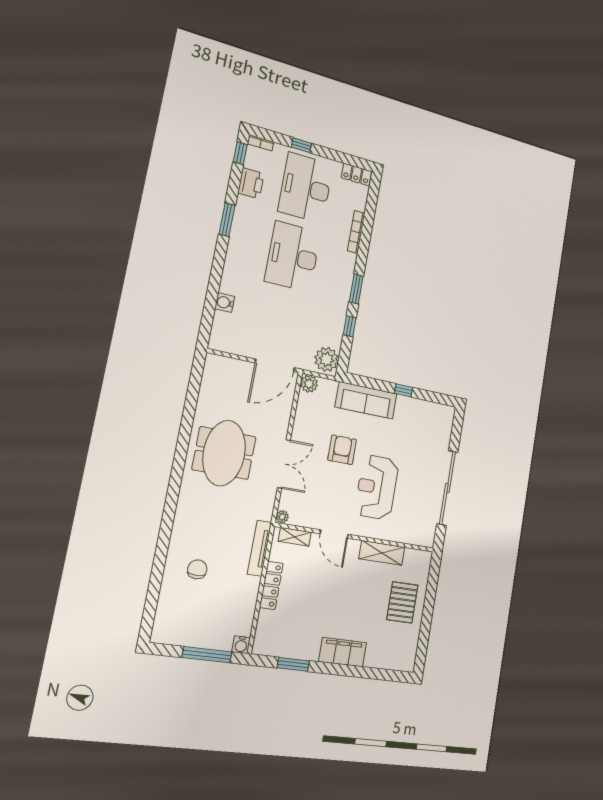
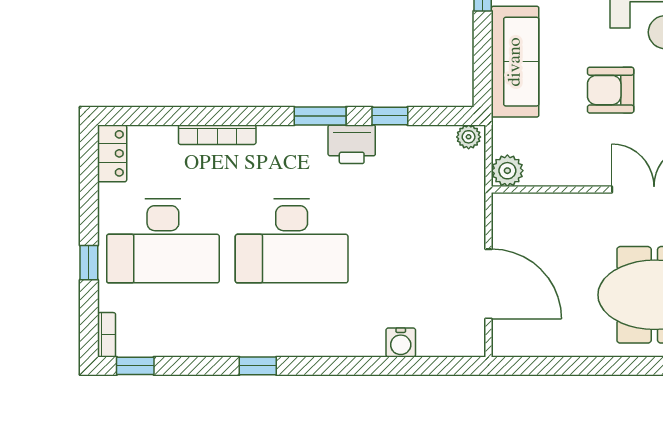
printer: (251, 183) -> (352, 144), moved, turned 180
window: (227, 220) -> (258, 366), width x0.67
plant: (327, 359) -> (469, 137), width x0.53, depth x0.53
door: (275, 365) -> (489, 284), moved

